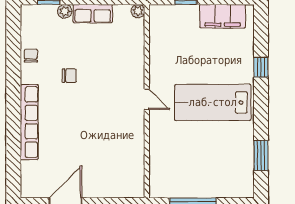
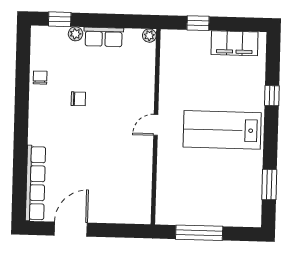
door: (147, 99) -> (156, 125), swing flipped
row of seats: (29, 122) -> (36, 183), moved

